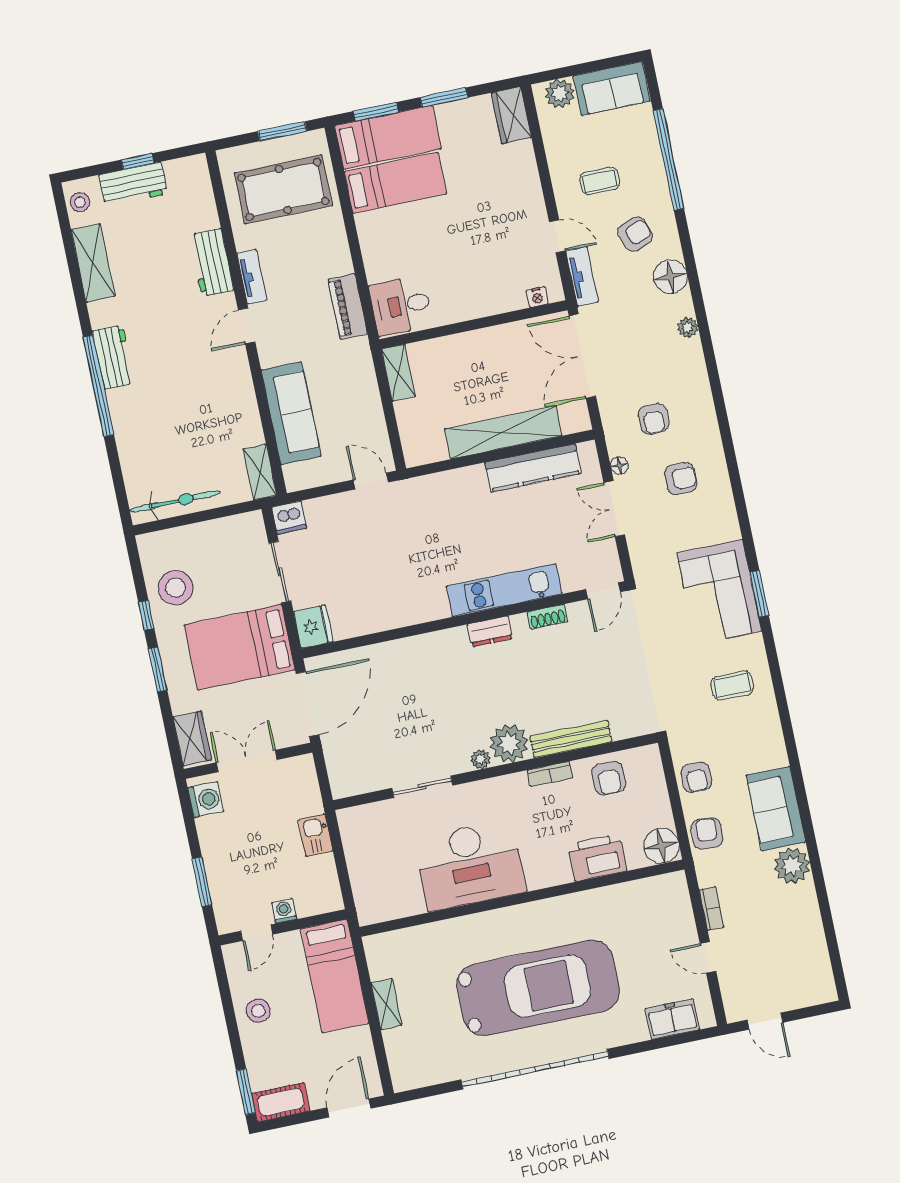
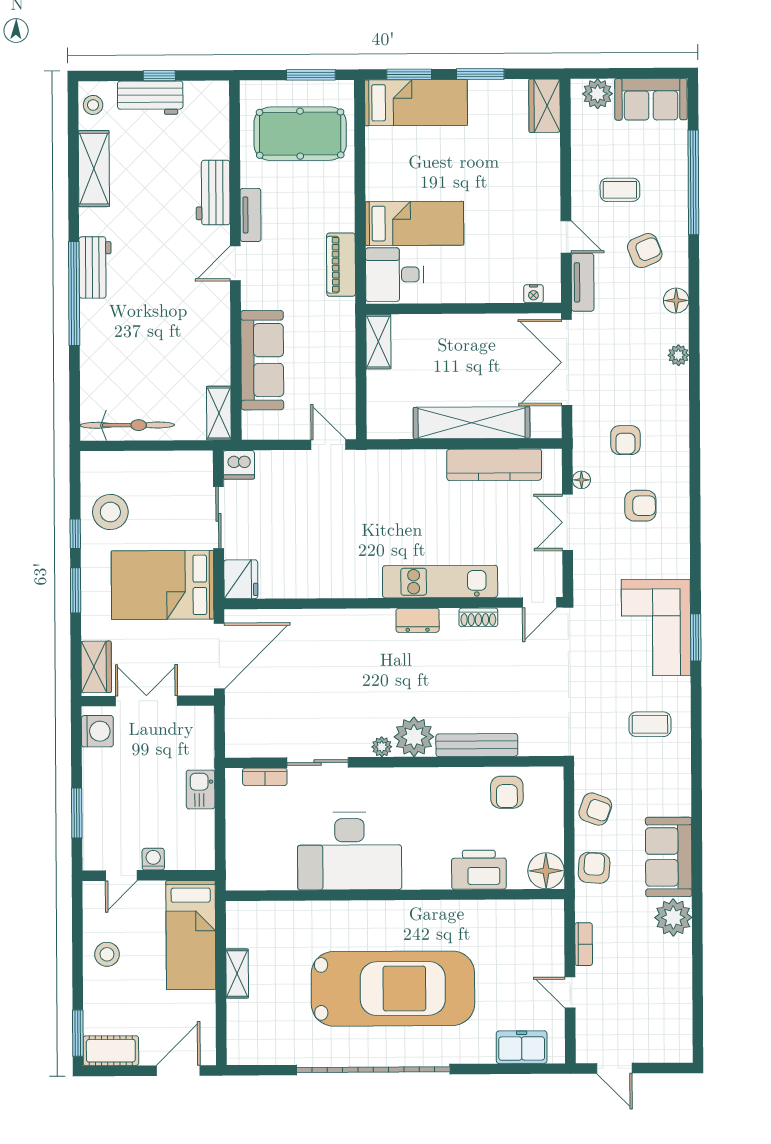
bed: (395, 183) -> (414, 223), moved
floor lamp: (670, 277) -> (676, 301), width x0.73, depth x0.73
bookcase: (550, 774) -> (265, 777), moved
armchair: (696, 777) -> (595, 809), turned -70

